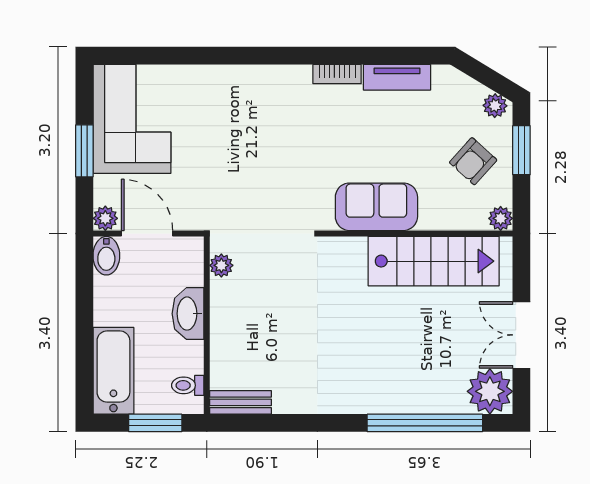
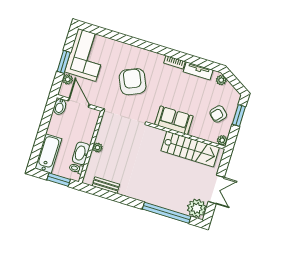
plant: (495, 106) -> (221, 80), moved
armchair: (255, 148) -> (133, 82), added
plant: (105, 218) -> (68, 79), moved
plant: (221, 265) -> (97, 148), moved
washbasin: (188, 314) -> (81, 153), moved
double door: (521, 335) -> (216, 189), swing flipped
bench: (240, 402) -> (106, 185), moved

